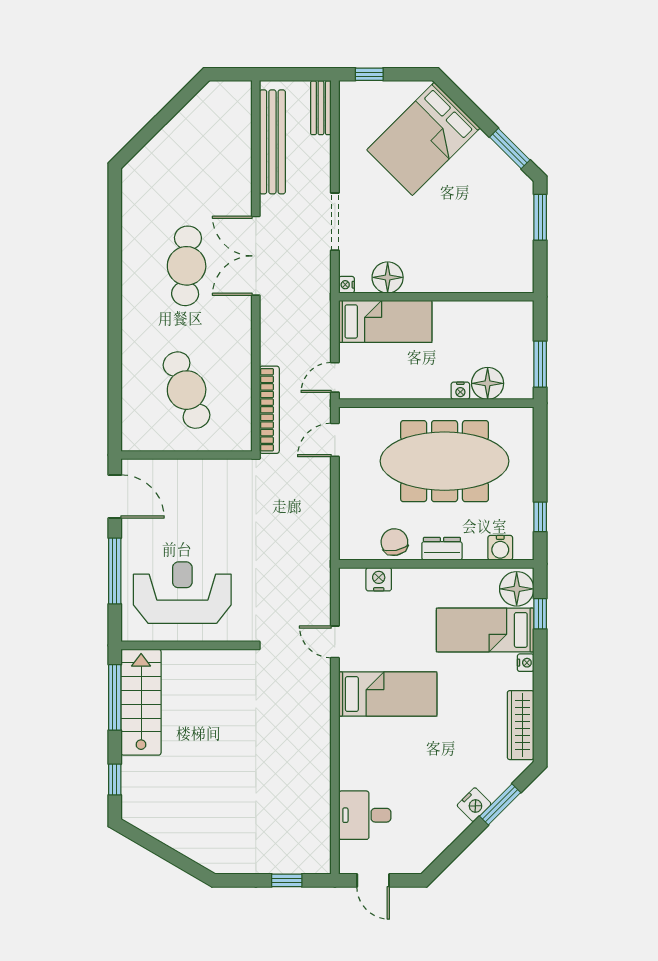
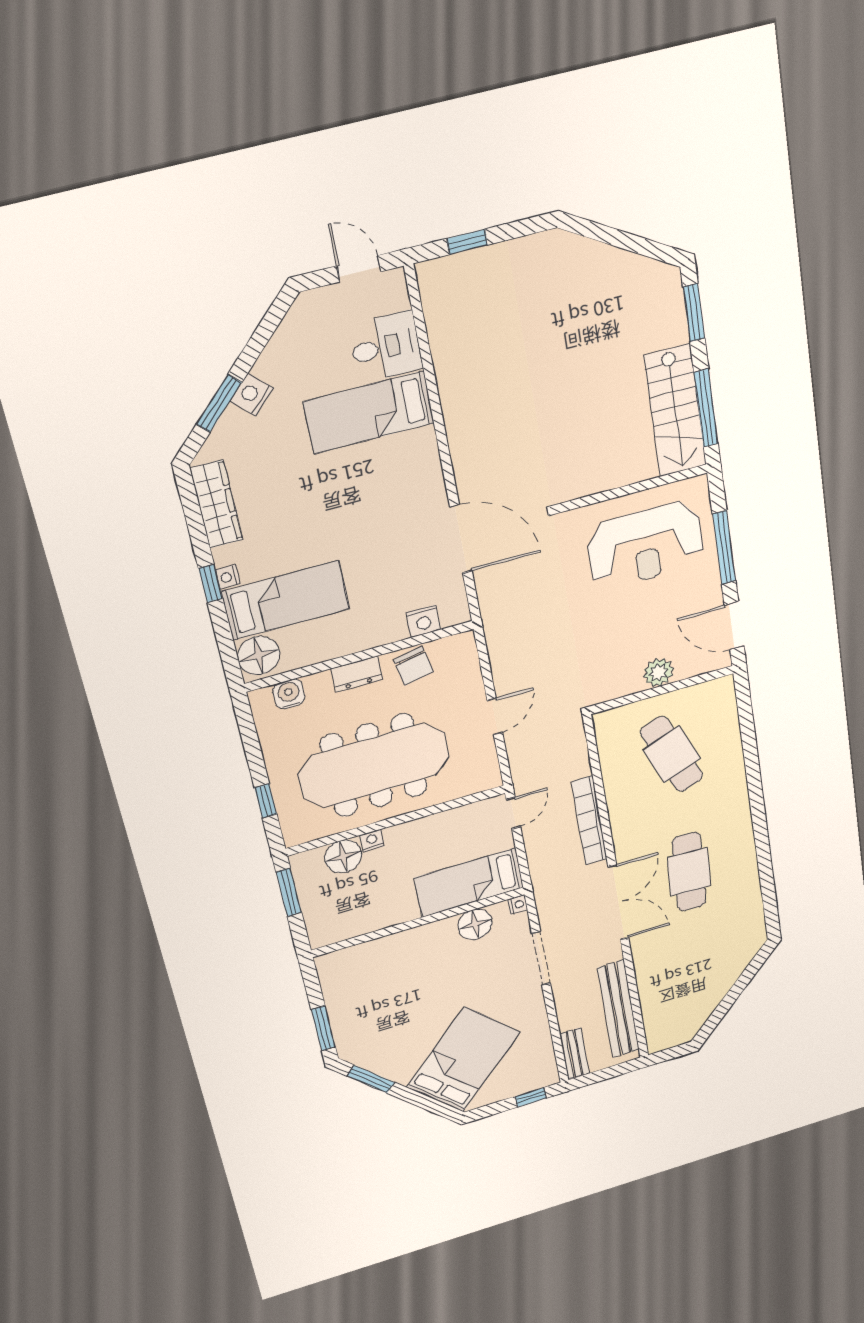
bookcase: (269, 410) -> (589, 820), moved
door: (335, 440) -> (495, 716), moved
plant: (187, 473) -> (658, 672), added
window: (540, 517) -> (266, 801), moved
window: (540, 614) -> (211, 583), moved
door: (335, 642) -> (461, 539), width x1.88
bed: (388, 694) -> (369, 412), moved
window: (115, 779) -> (694, 313), width x1.50

